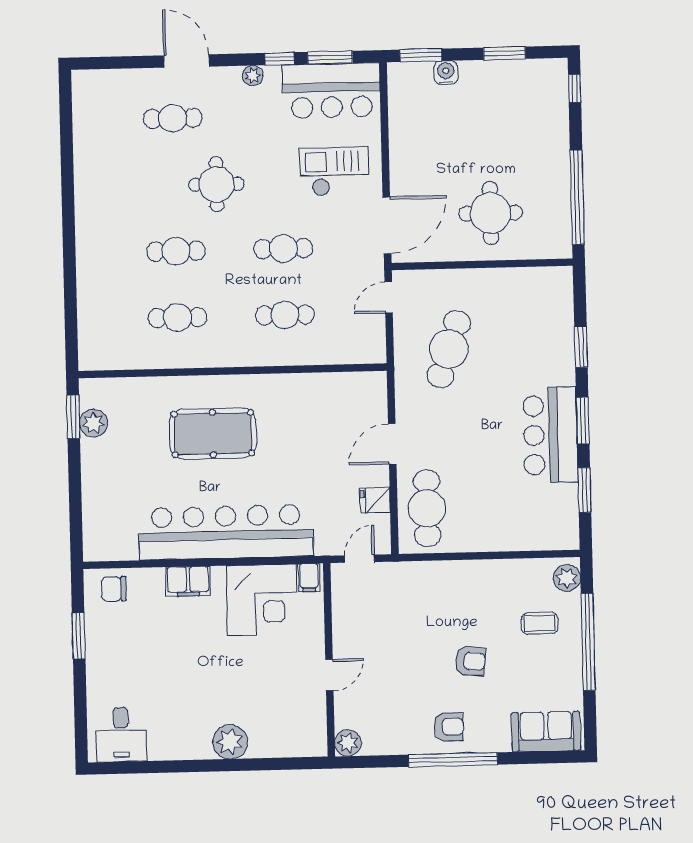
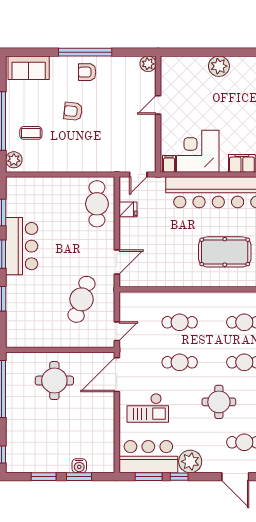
window: (421, 55) -> (79, 477), moved
plant: (253, 76) -> (190, 461), width x1.87, depth x1.87
door: (392, 444) -> (117, 262), moved

